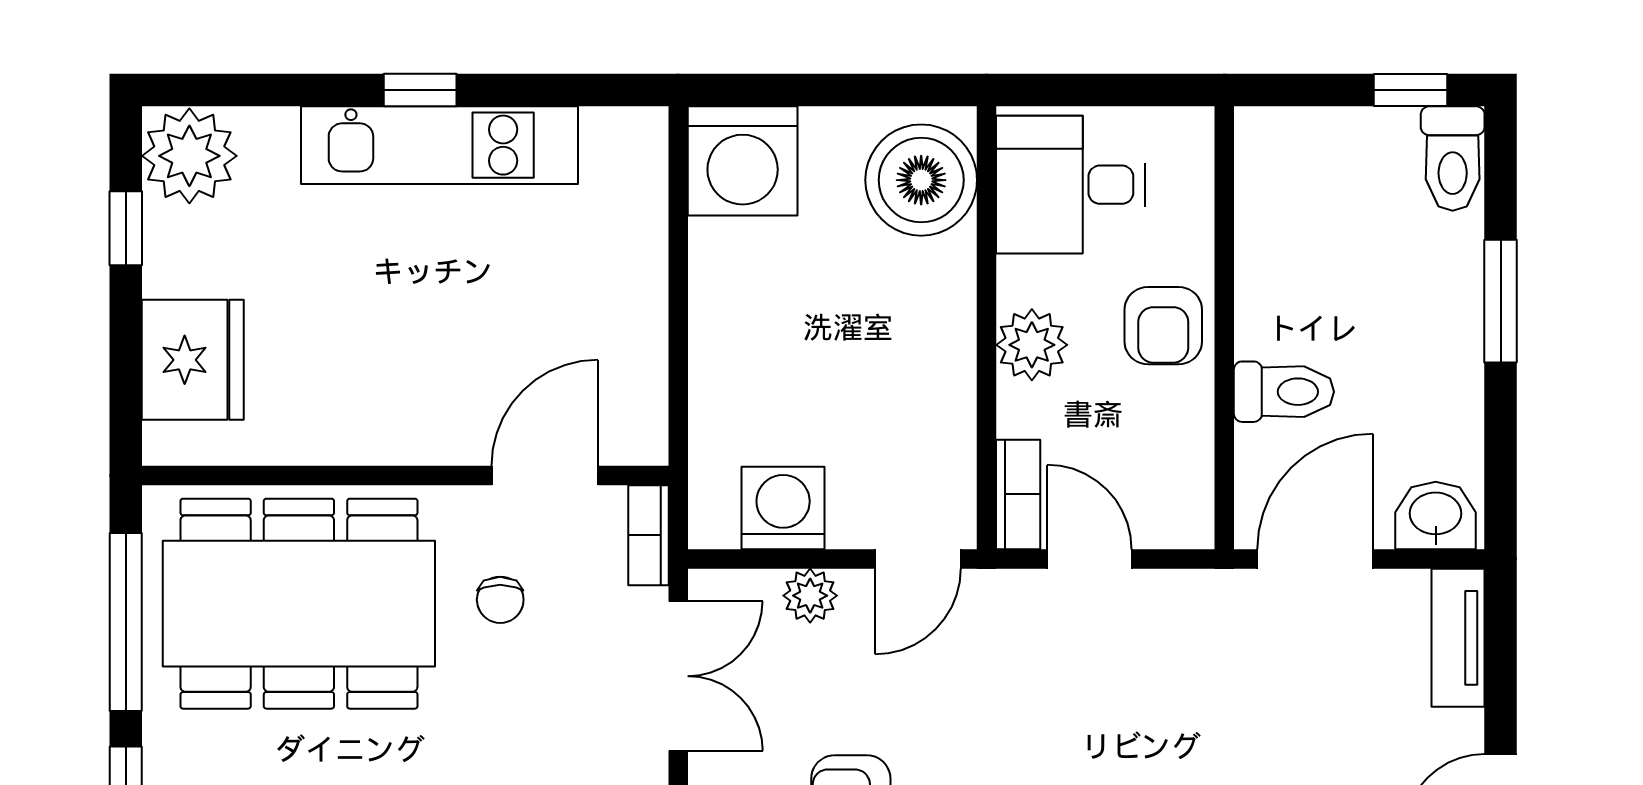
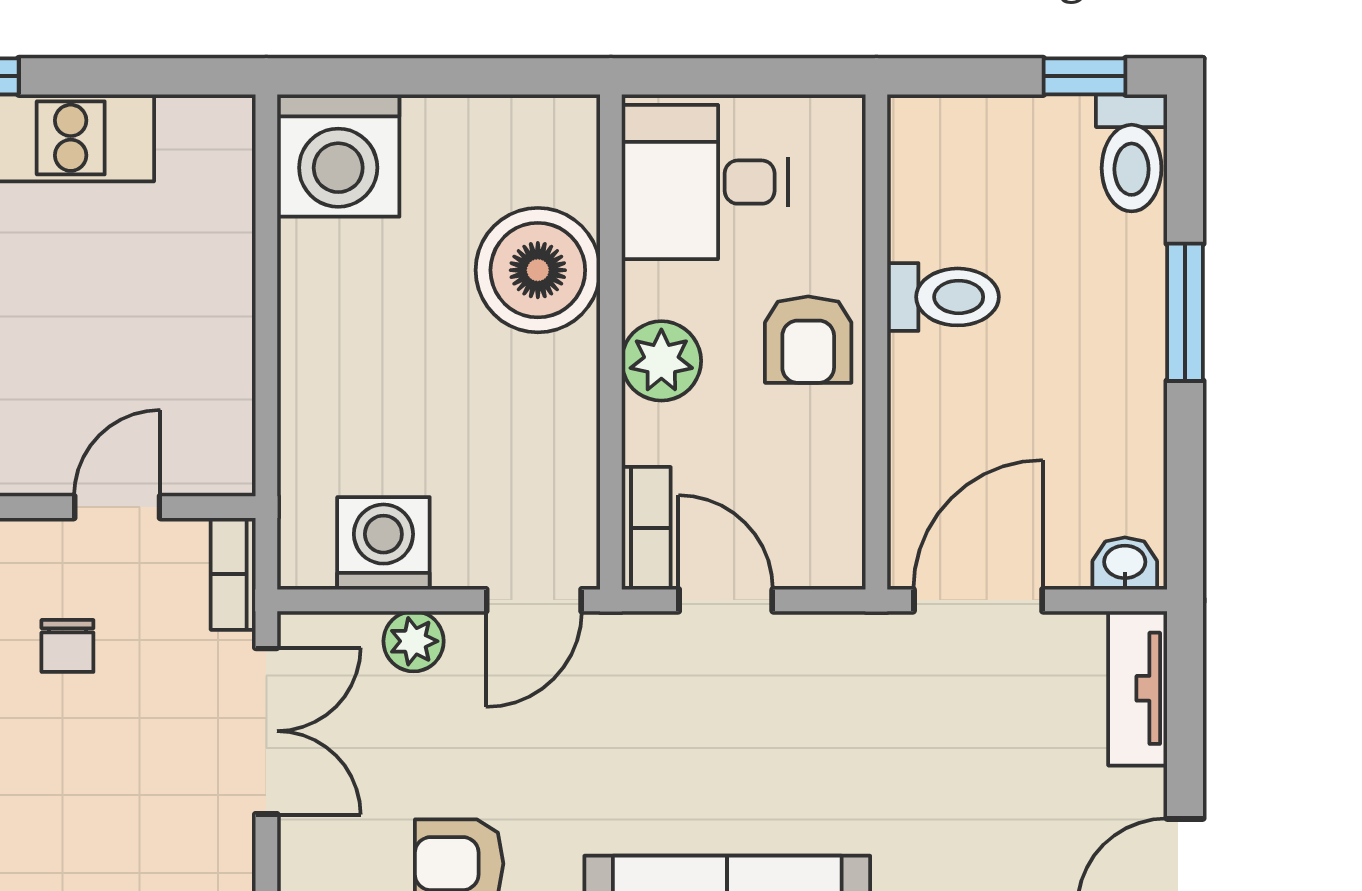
boiler: (921, 180) -> (538, 270), moved
toilet: (1284, 392) -> (943, 297), moved
door: (545, 475) -> (117, 507), width x0.73
washbasin: (1436, 516) -> (1125, 563), width x0.72, depth x0.69

